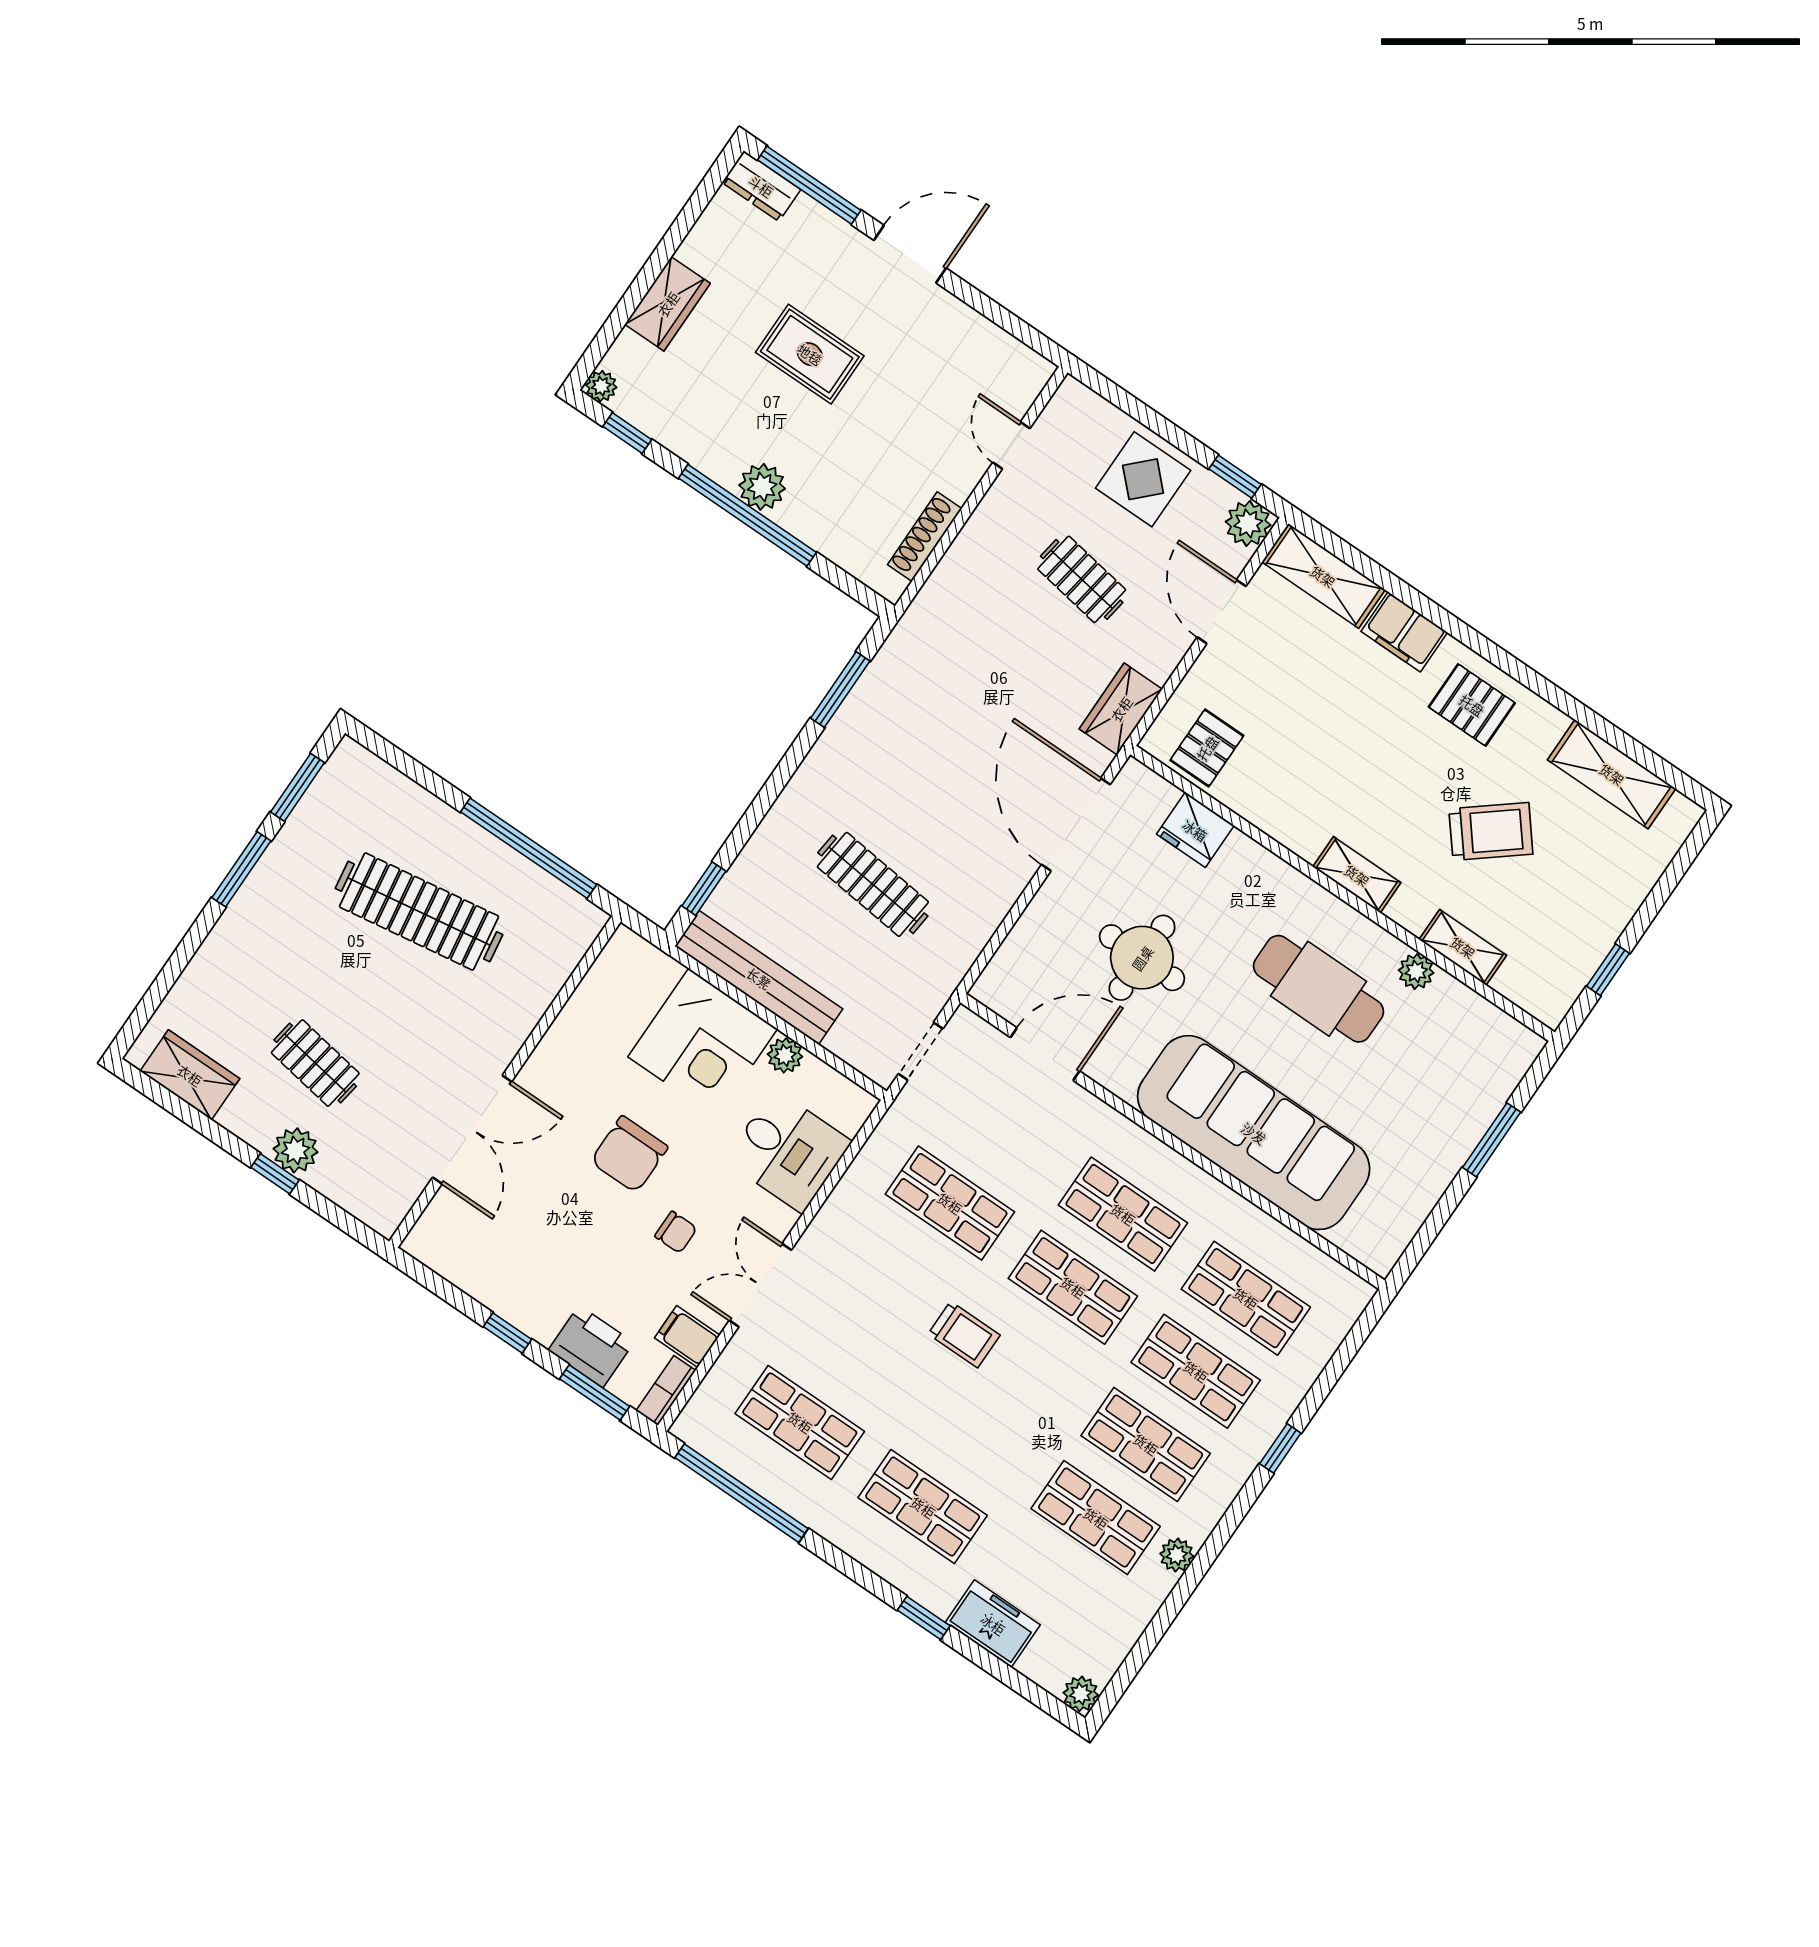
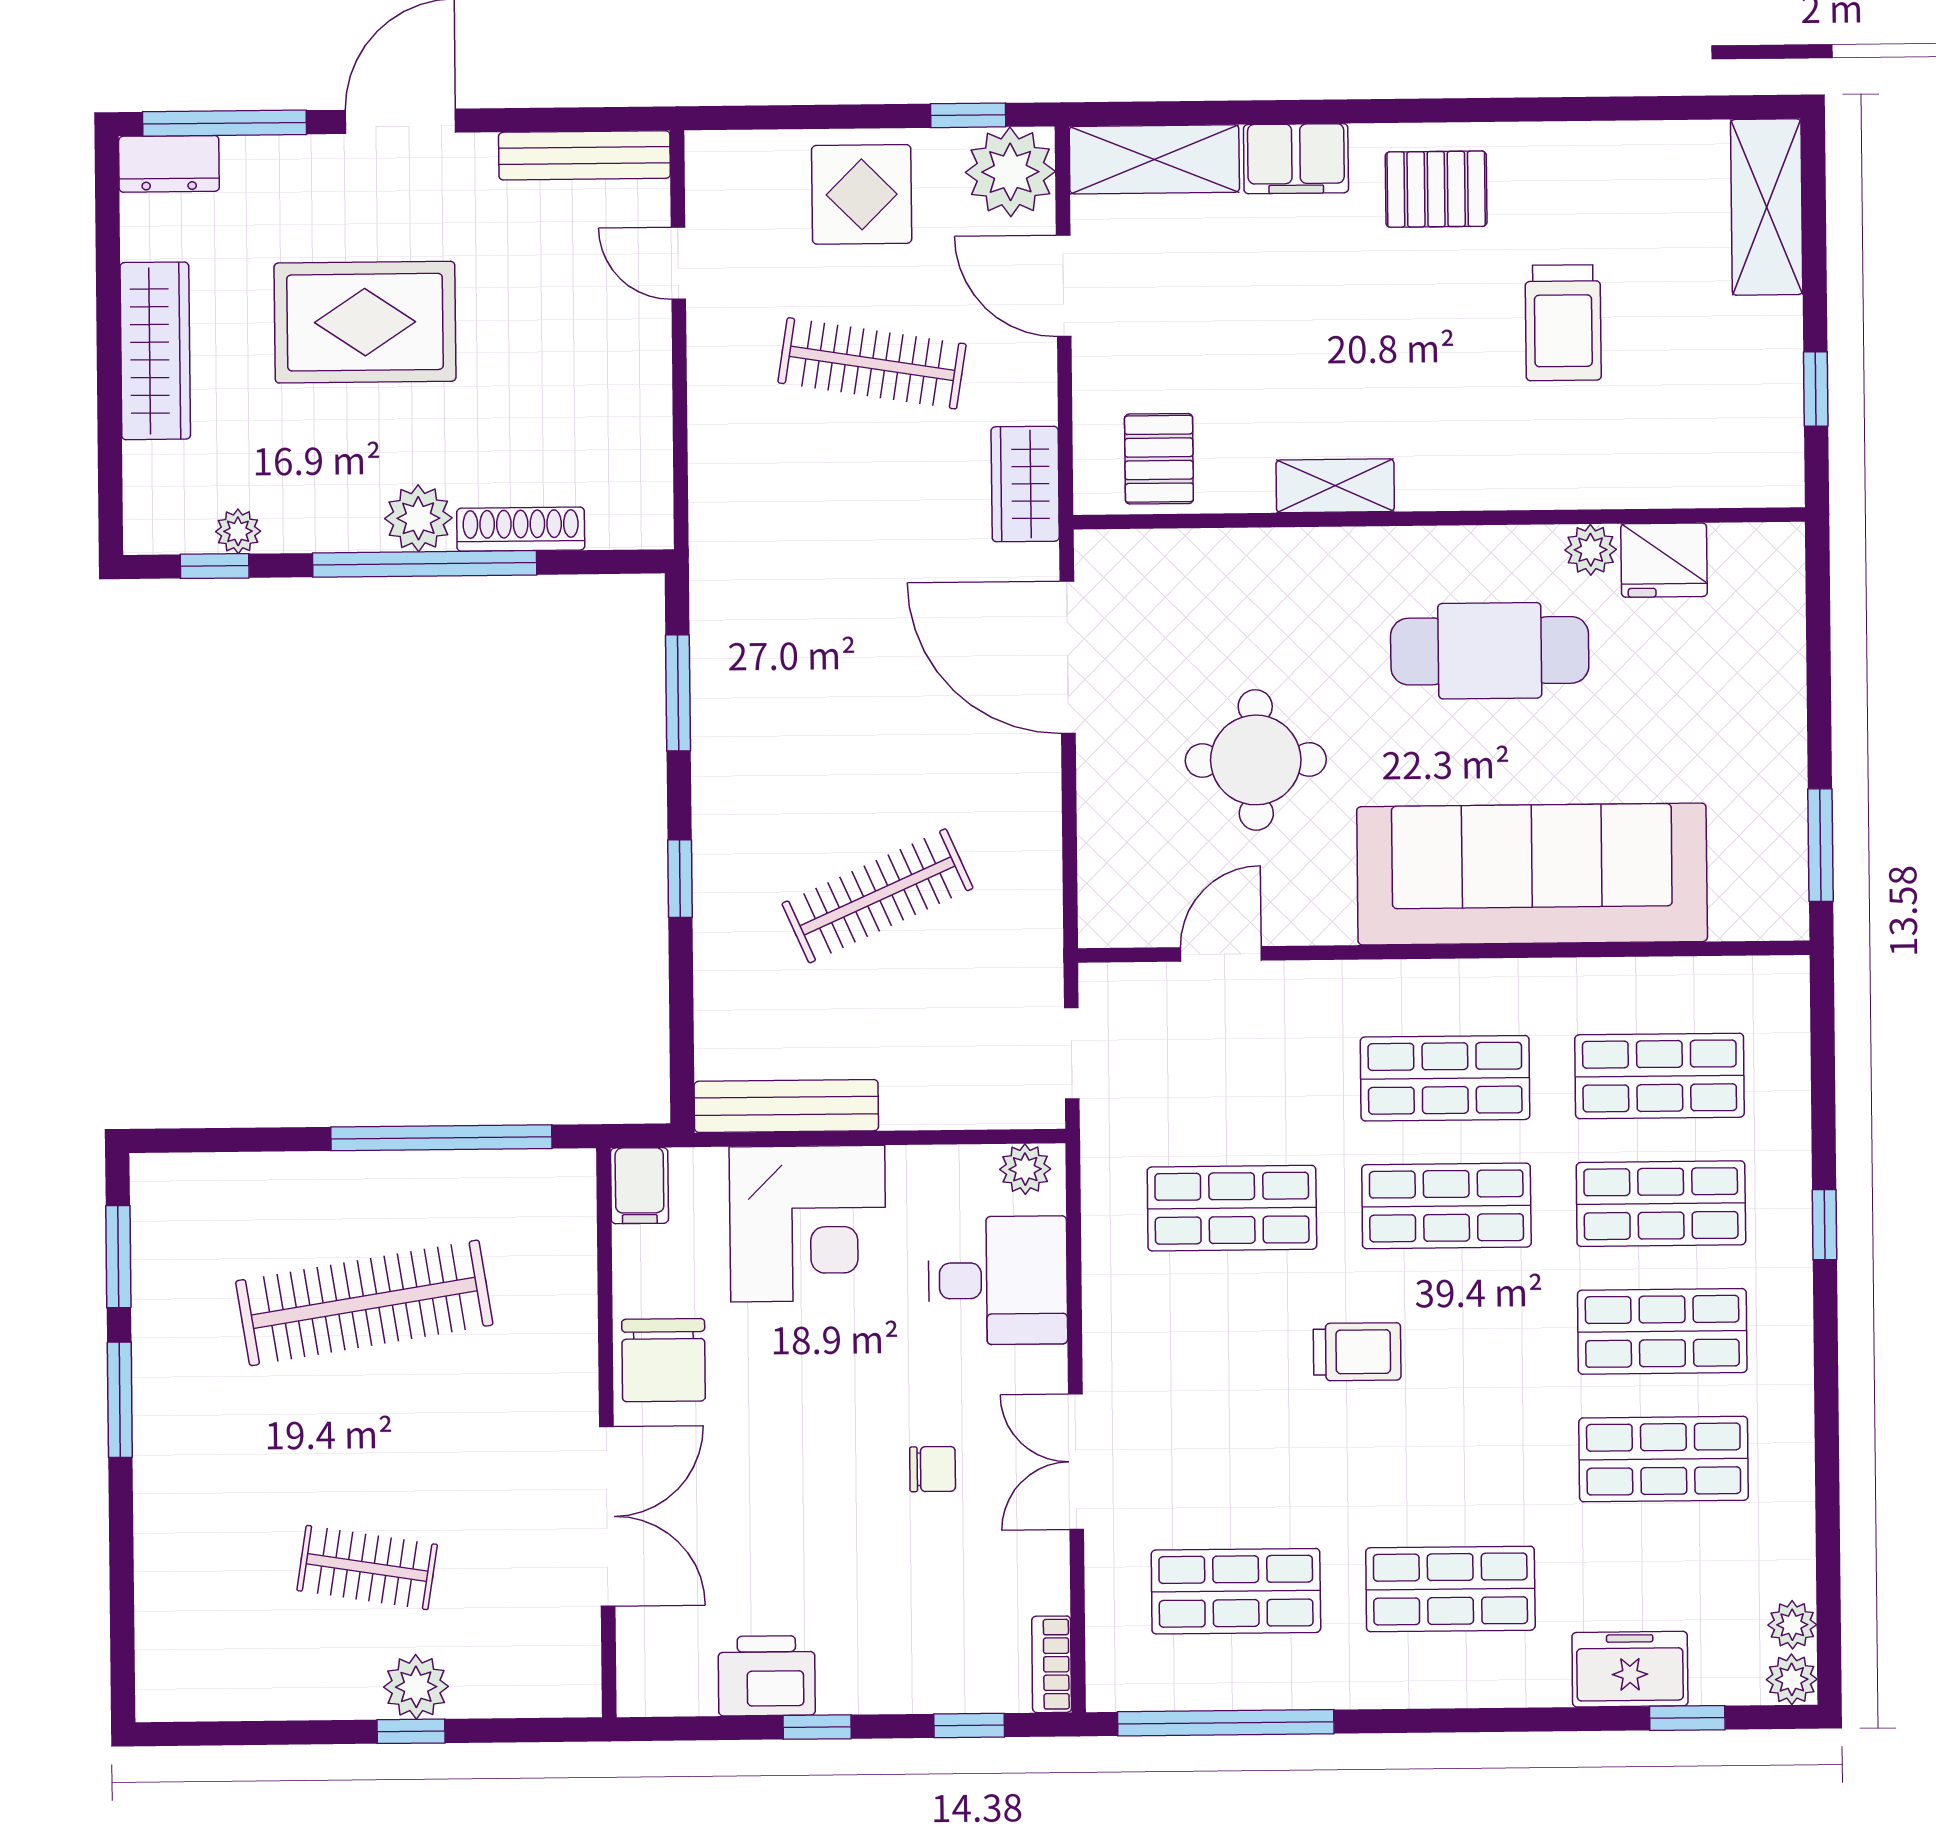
wardrobe: (668, 304) -> (155, 351), width x1.50
bench: (1001, 347) -> (584, 155), added
rug: (810, 354) -> (365, 322), width x1.36, depth x1.43
plant: (601, 386) -> (238, 531), moved
plant: (1248, 523) -> (1010, 172), width x1.36, depth x1.36
shoe rack: (925, 537) -> (521, 529), moved, turned 90
clothes rail: (1082, 579) -> (872, 363), width x1.36
shelving: (1612, 774) -> (1767, 207), moved, turned 90
fridge: (1195, 830) -> (1664, 560), moved
trolley: (1491, 831) -> (1563, 323), turned 129
shelving: (1357, 875) -> (1335, 486), moved
clothes rail: (873, 884) -> (878, 896), turned -30
window: (704, 889) -> (680, 879), moved
shelving: (1463, 947) -> (1626, 483), removed
bench: (759, 978) -> (786, 1106), width x0.73, depth x0.82
door: (1045, 1054) -> (1221, 954), width x0.73
plant: (785, 1055) -> (1025, 1169), moved
wardrobe: (190, 1075) -> (229, 1685), removed
window: (1492, 1140) -> (1820, 845), moved
chair: (629, 1154) -> (664, 1360), moved
filing cabinet: (687, 1337) -> (639, 1186), moved, turned -90
printer: (591, 1346) -> (767, 1676), moved
window: (595, 1393) -> (969, 1726), width x0.67
plant: (1177, 1555) -> (1792, 1625), moved
window: (924, 1618) -> (1687, 1718), moved

